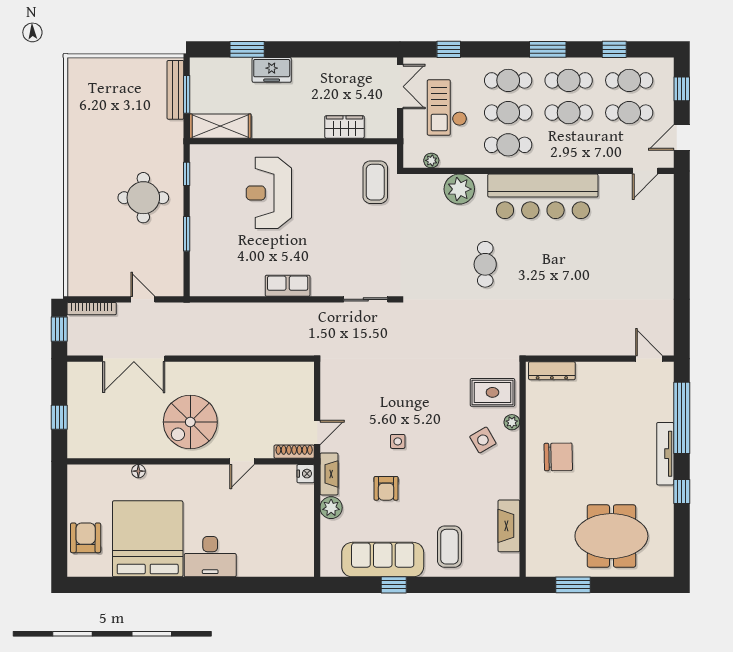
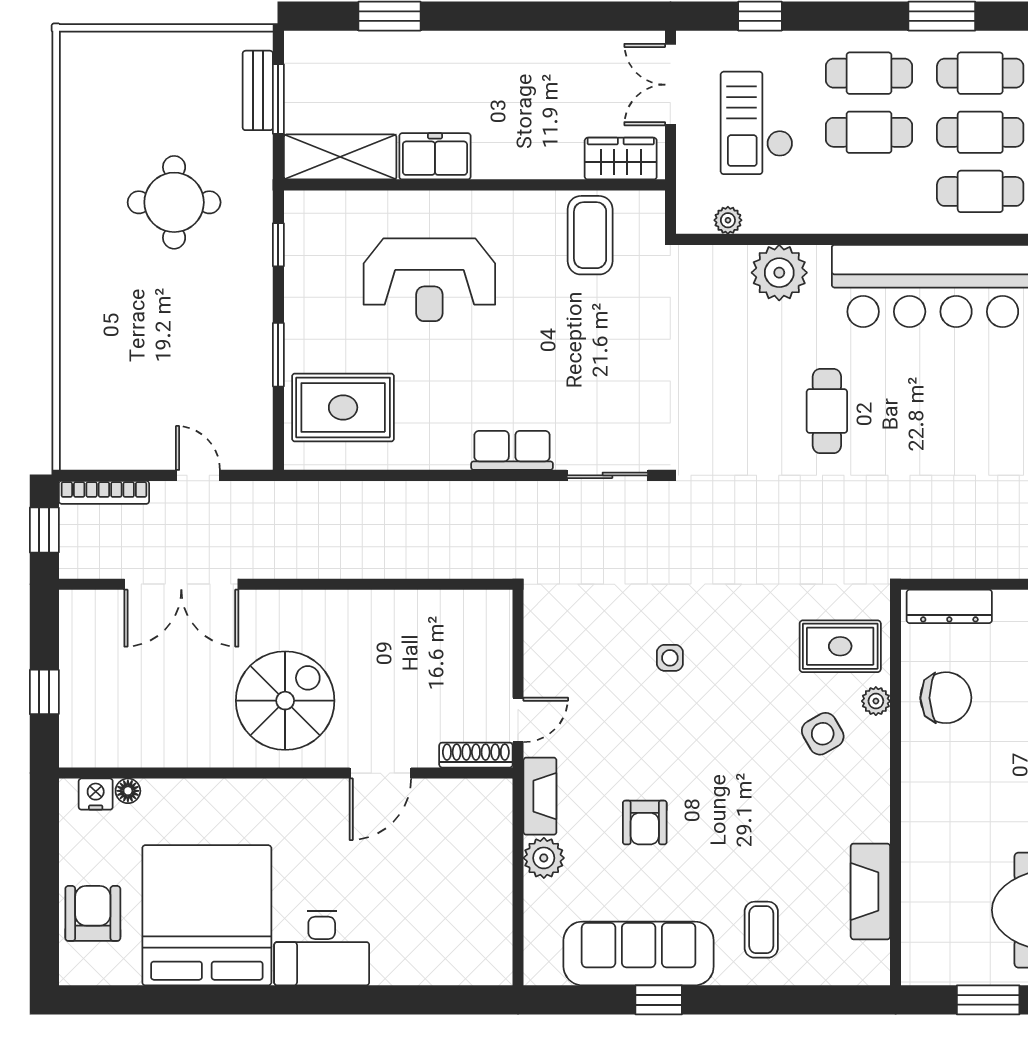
freezer: (272, 70) -> (435, 156), moved, turned 180
double door: (400, 87) -> (670, 85), swing flipped
bench: (175, 90) -> (258, 90), width x0.73
wardrobe: (345, 127) -> (621, 159), moved
cafe table: (508, 145) -> (980, 191), moved
coffee table: (375, 182) -> (590, 235), moved
reception desk: (269, 193) -> (429, 280), turned -90
round table: (143, 198) -> (174, 202), moved
rug: (222, 262) -> (343, 407), added
row of seats: (288, 286) -> (512, 450), moved
spiral stairs: (190, 422) -> (285, 701), turned 180
side table: (398, 441) -> (670, 658), moved
chair: (558, 457) -> (946, 698), moved
door: (242, 461) -> (380, 773), width x1.38
floor lamp: (138, 471) -> (128, 791), moved
nightstand: (306, 474) -> (96, 794), moved, turned -90
coffee table: (449, 547) -> (761, 930), width x0.73, depth x0.77

